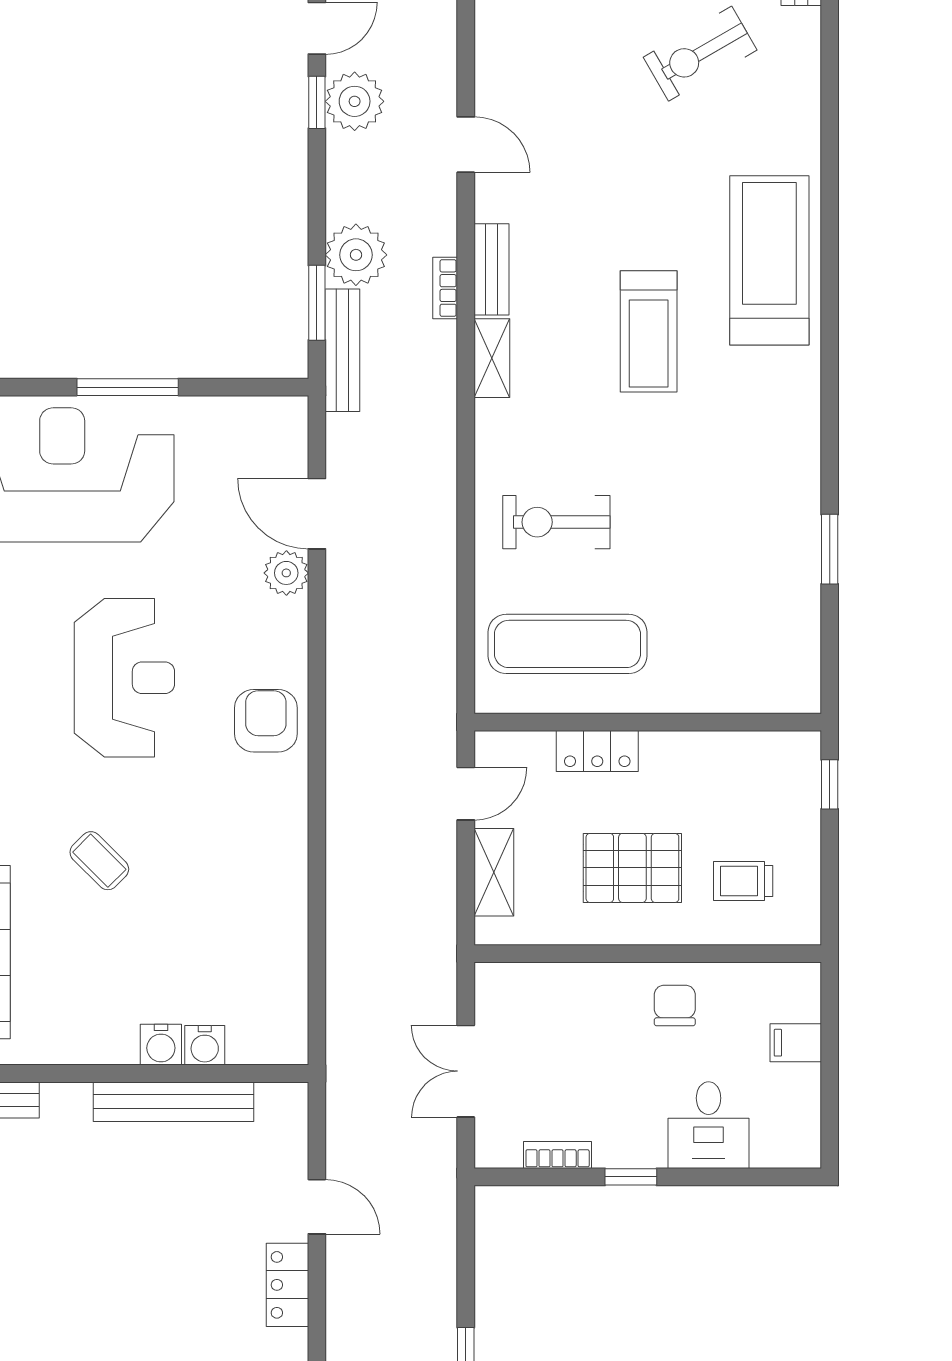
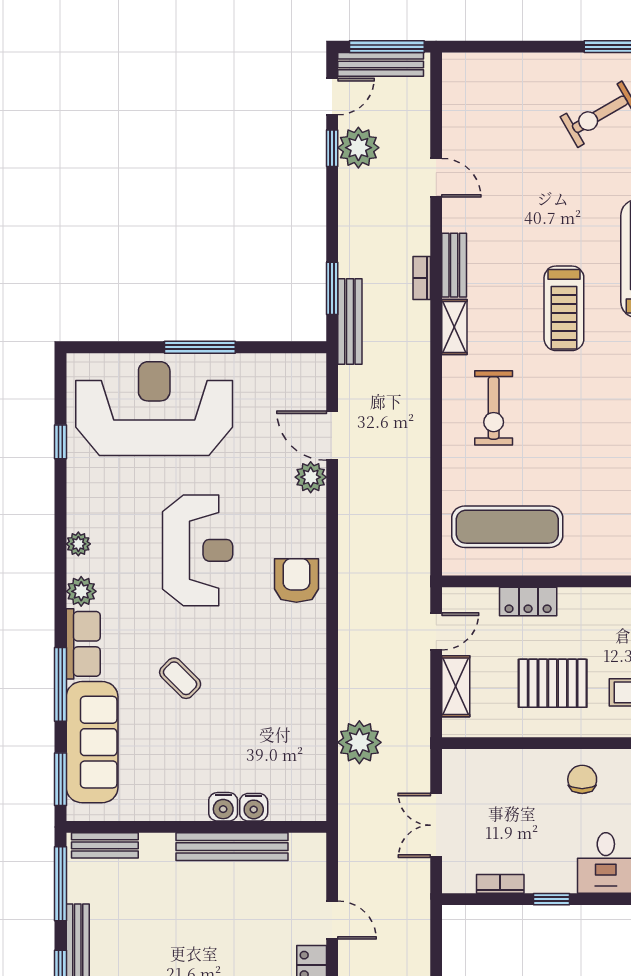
plant: (356, 255) -> (359, 742), moved
exercise bike: (556, 522) -> (494, 408), moved, turned -90

